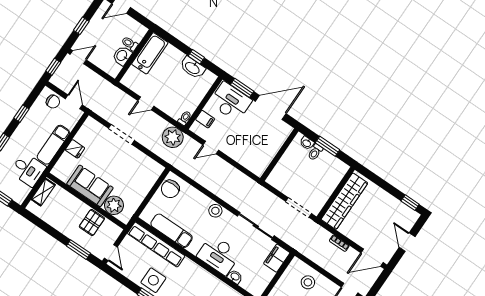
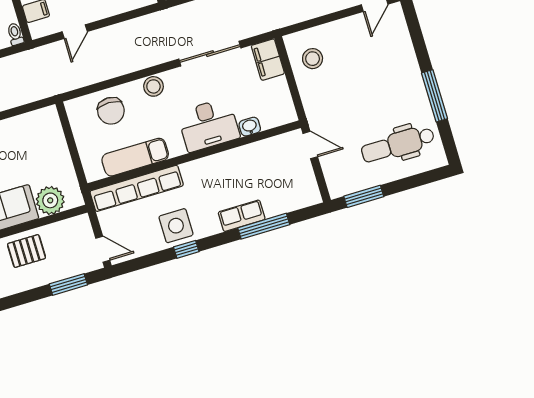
plant: (173, 137) -> (26, 67), removed
chair: (170, 189) -> (111, 111), moved
pallet: (92, 222) -> (26, 251), moved, turned 90
stool: (308, 282) -> (313, 59), moved

